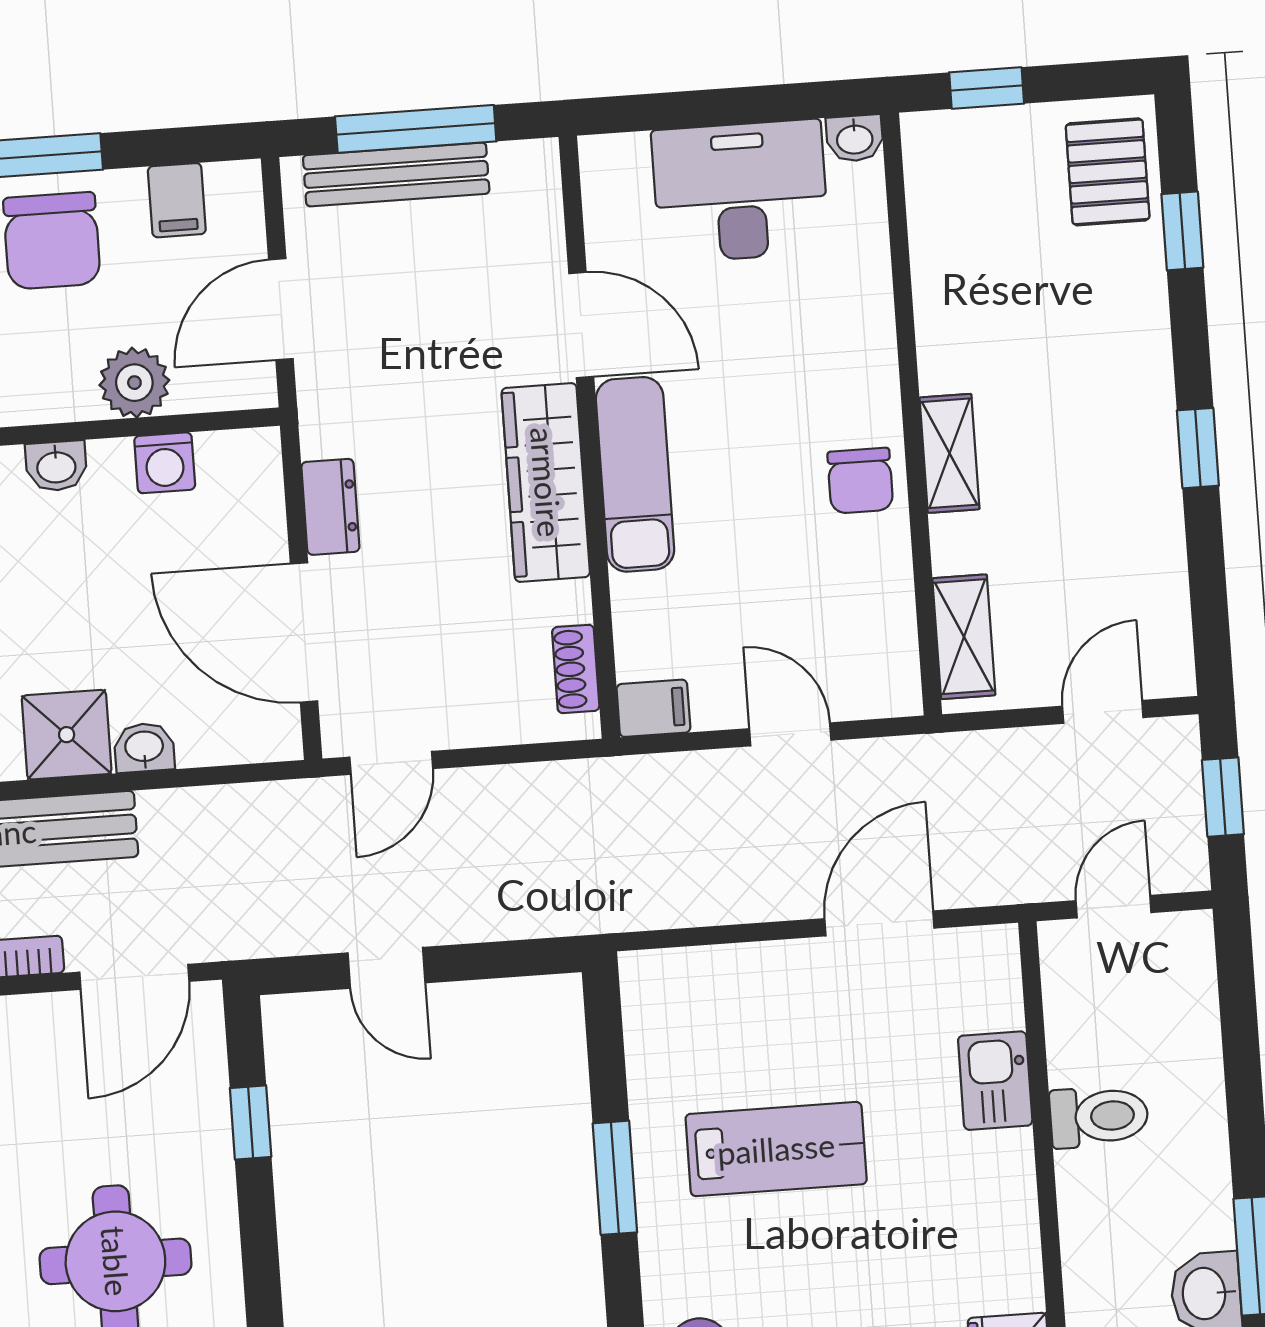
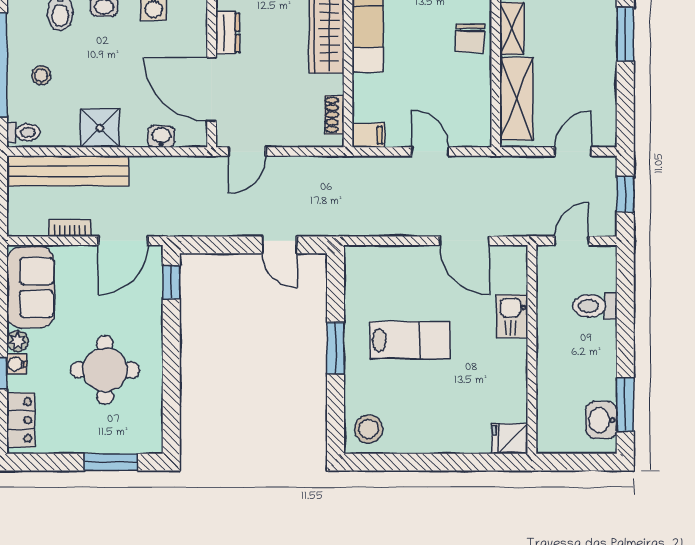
window: (1198, 448) -> (625, 34), width x1.50
shelving: (964, 637) -> (516, 99), width x1.50, depth x1.33
washbasin: (144, 748) -> (161, 137), moved
door: (879, 923) -> (464, 241), swing flipped
door: (387, 968) -> (280, 245), moved
toilet: (1099, 1117) -> (595, 306), moved, turned 180
window: (251, 1123) -> (171, 282), moved

